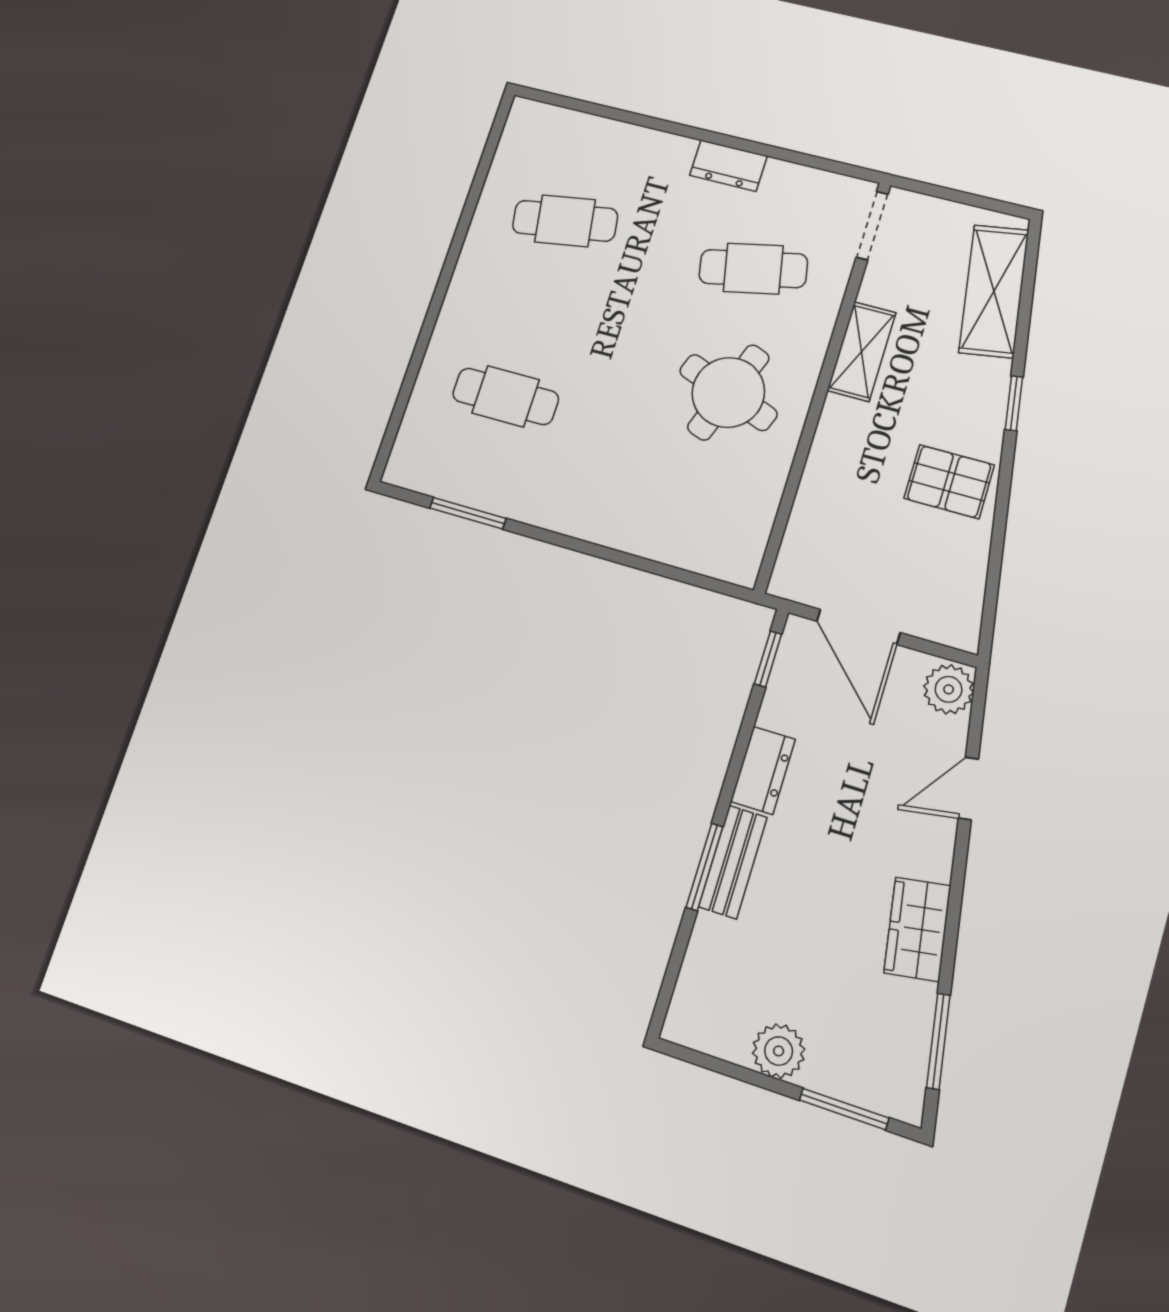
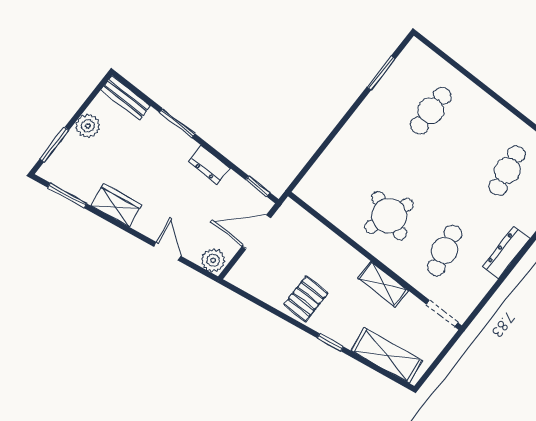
dresser: (728, 166) -> (506, 253), width x1.44
bench: (733, 862) -> (126, 98), moved

